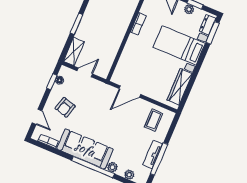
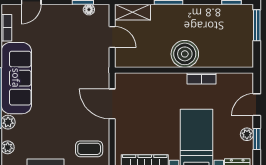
boiler: (117, 28) -> (185, 54), added
armchair: (65, 107) -> (58, 31), removed

